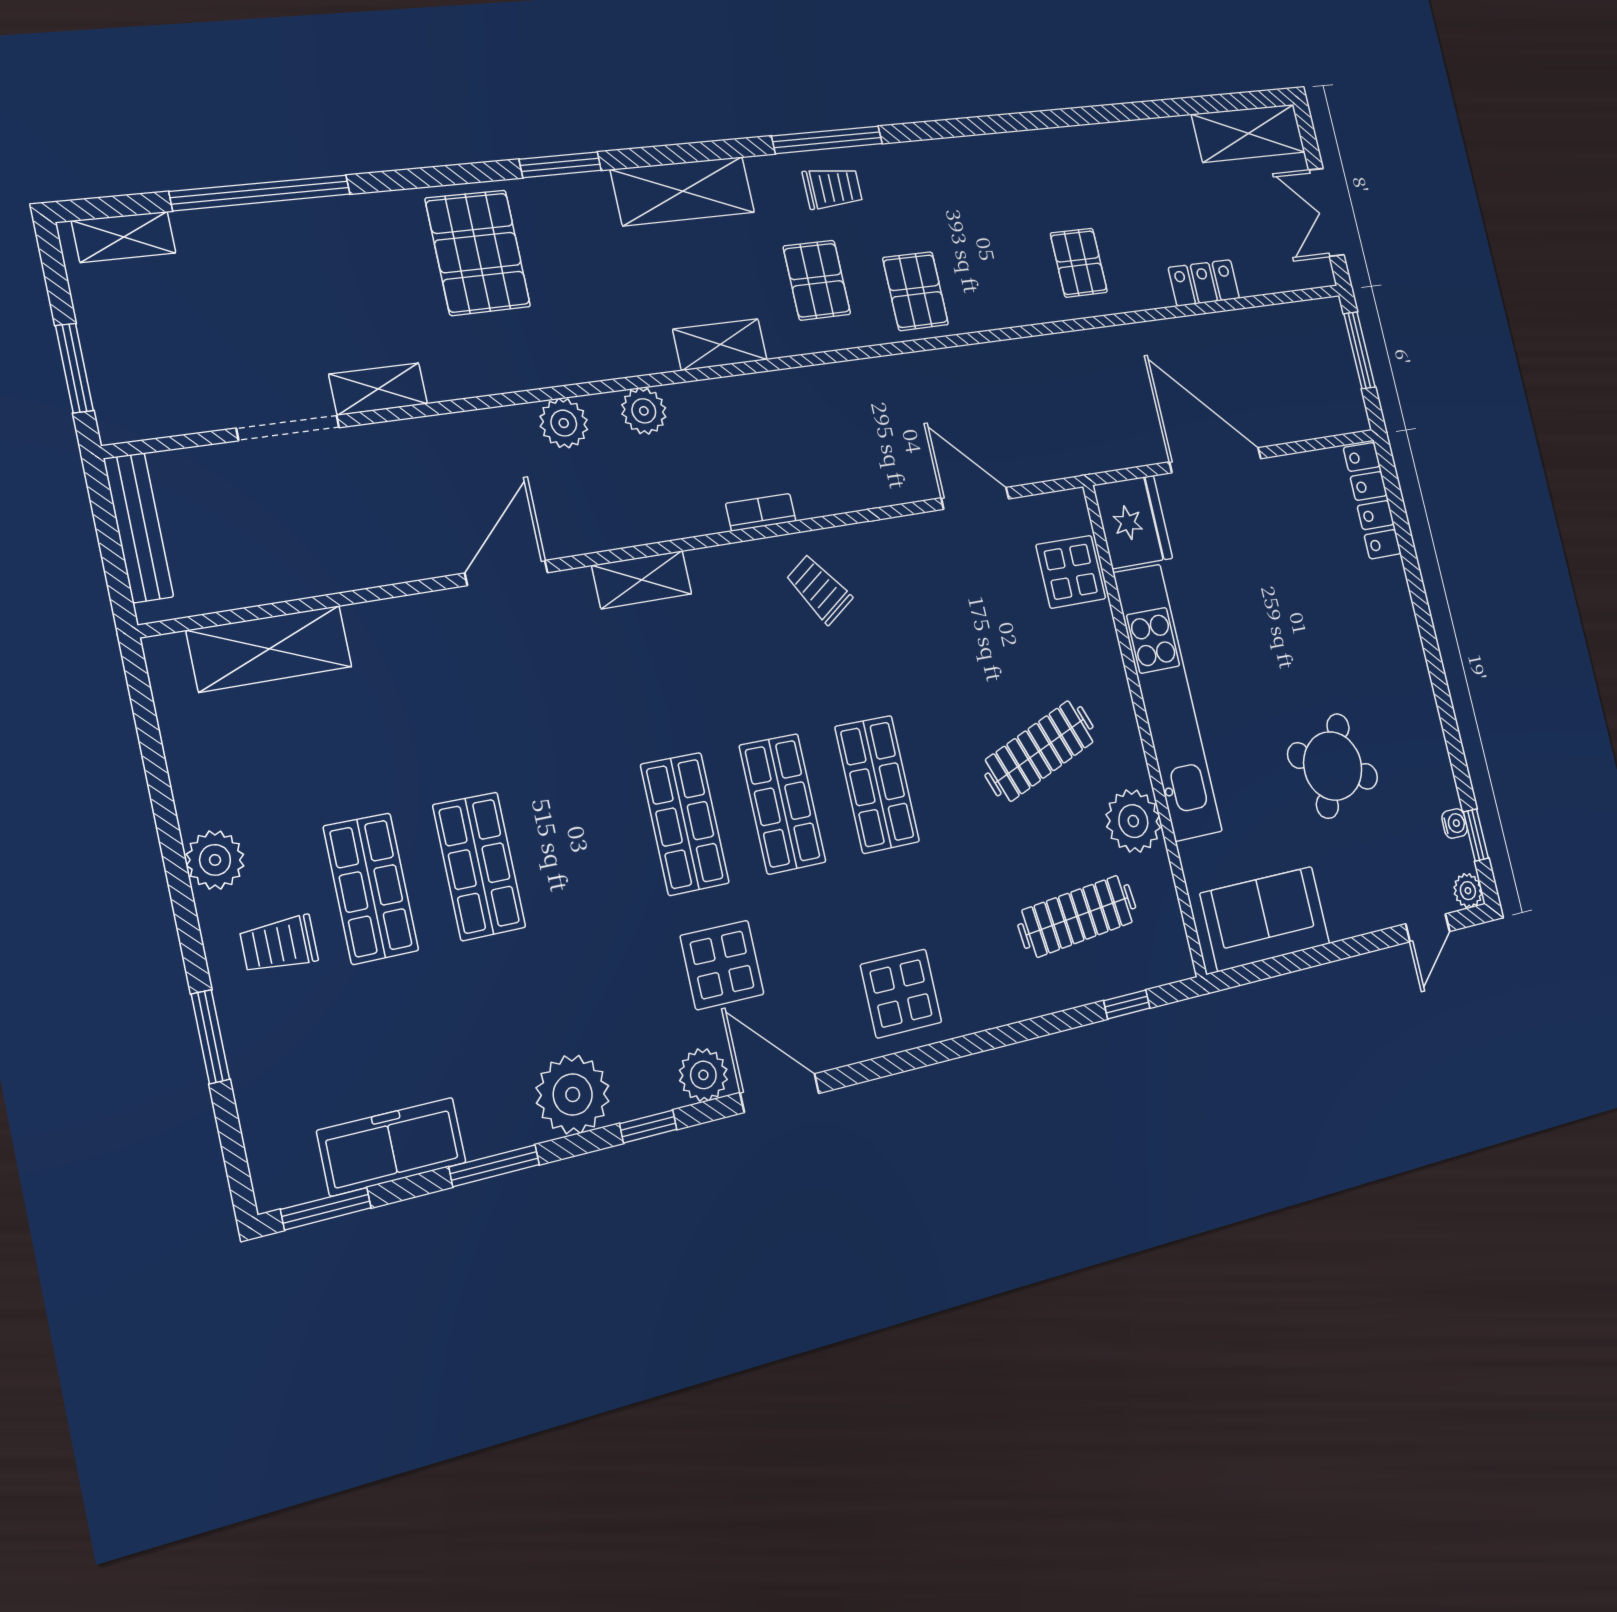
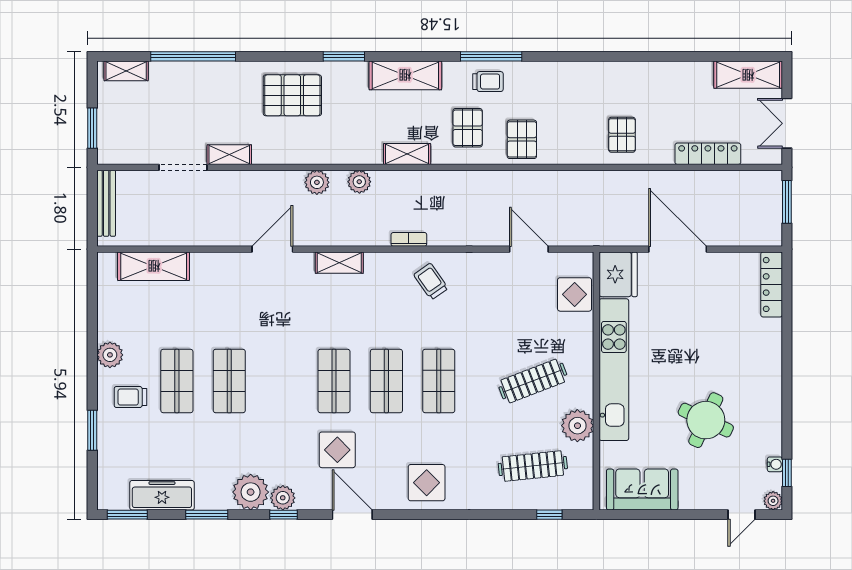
pallet: (478, 253) -> (292, 95), turned 90
locker: (1204, 283) -> (708, 154), width x1.53
plant: (703, 1075) -> (283, 498), moved

